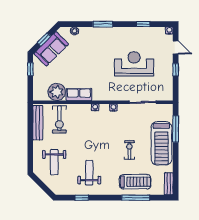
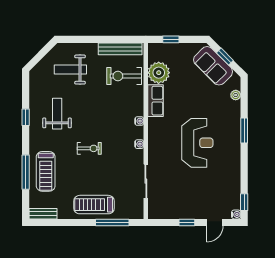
window: (143, 24) -> (244, 202), moved
reception desk: (134, 64) -> (197, 143), moved
window: (30, 69) -> (171, 39), moved
treadmill: (161, 143) -> (94, 205), width x0.73, depth x0.73
exercise bike: (129, 150) -> (89, 148), moved
weight bench: (89, 173) -> (57, 114), turned -90
window: (82, 198) -> (26, 117), moved

